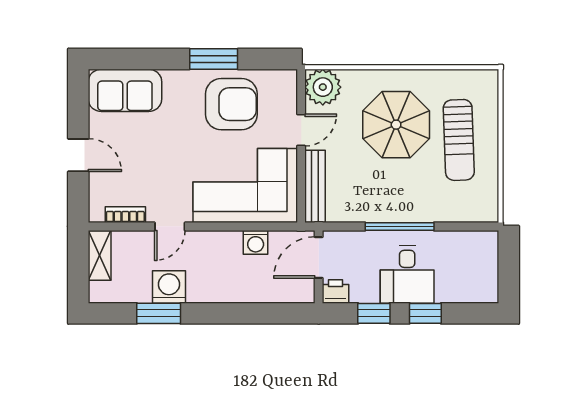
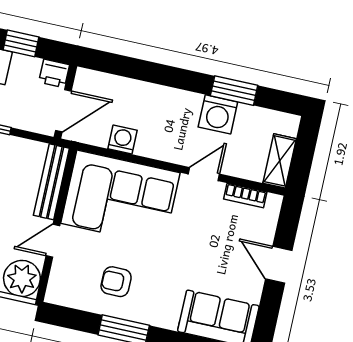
armchair: (231, 104) -> (116, 282), width x0.53, depth x0.53

